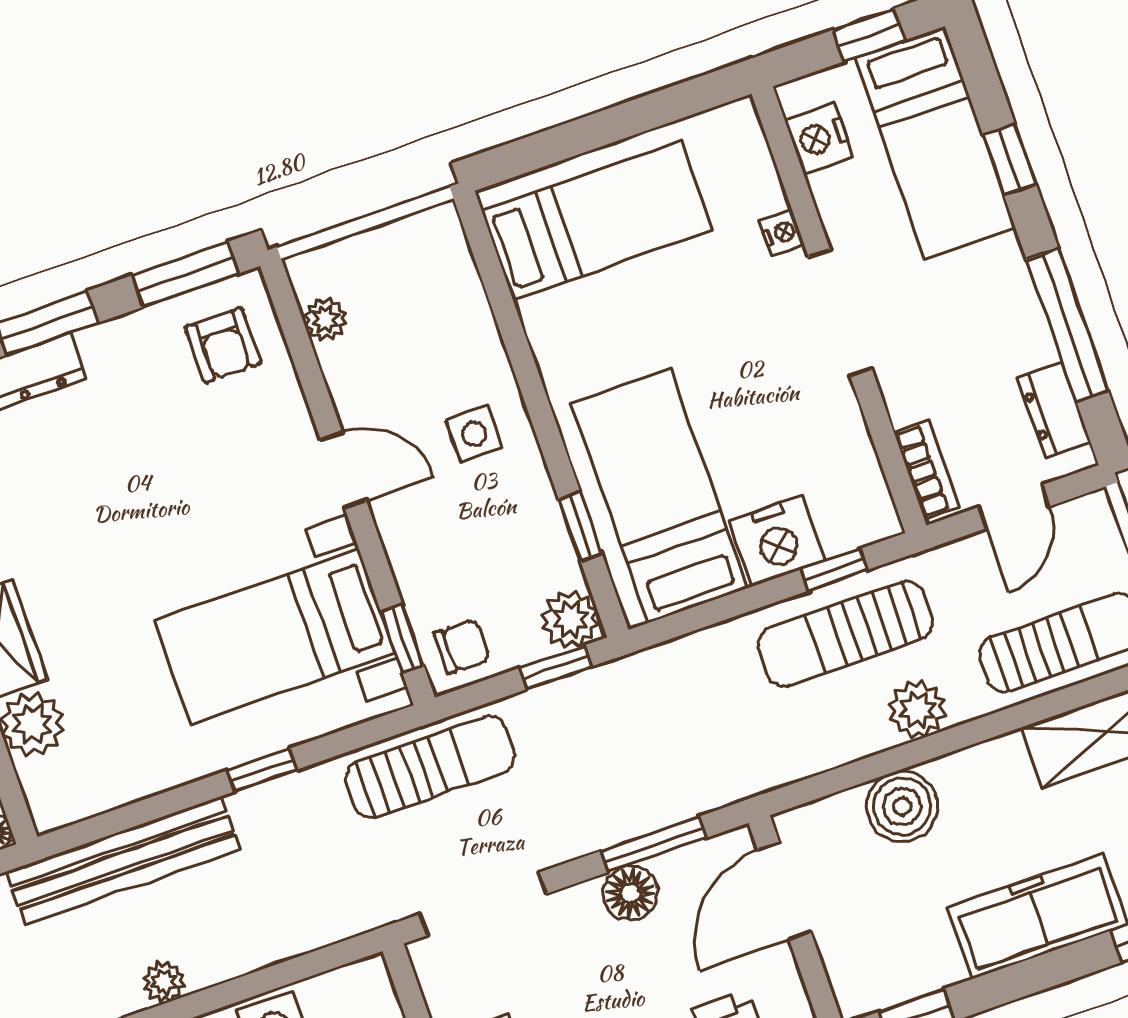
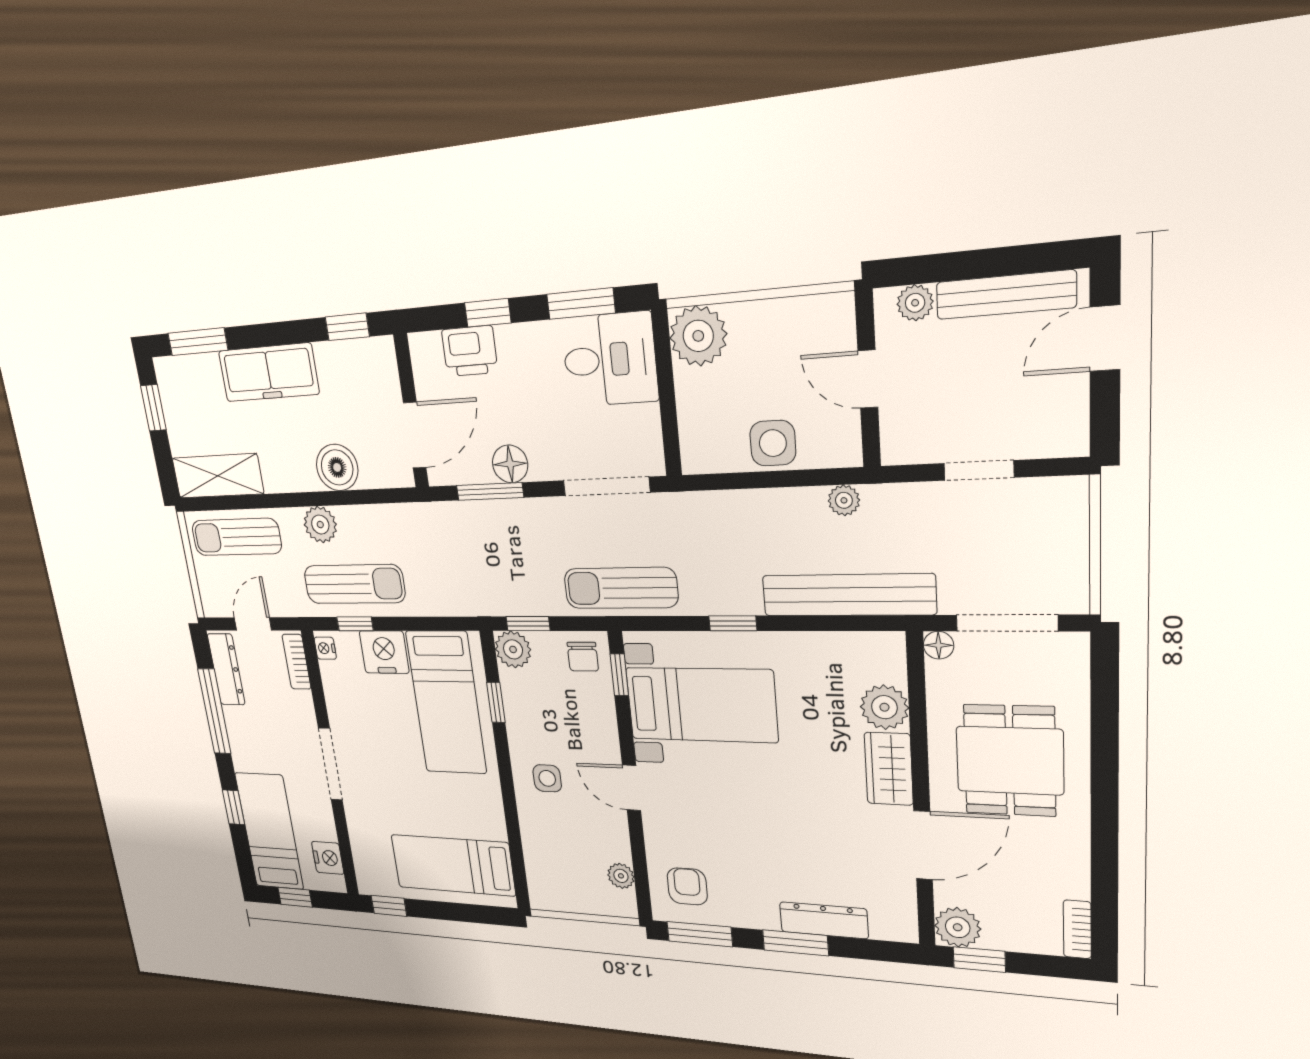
window: (694, 96) -> (389, 906), added
nightstand: (782, 233) -> (325, 648), moved
dresser: (1054, 410) -> (226, 669), width x1.44
chair: (462, 646) -> (583, 657), turned -90

